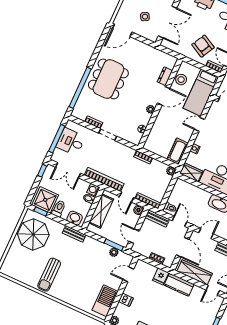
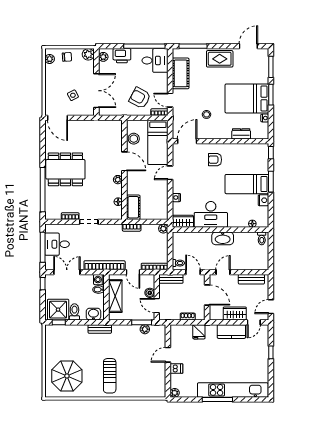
door: (122, 30) -> (58, 118), hinge flipped
dresser: (165, 76) -> (117, 142), removed
dining table: (108, 79) -> (65, 169), turned 90
door: (164, 96) -> (124, 161), hinge flipped
cot: (178, 151) -> (133, 207), moved
double door: (68, 170) -> (67, 272), swing flipped
boiler: (138, 210) -> (150, 293), moved
parasol: (33, 234) -> (67, 376), moved
wardrobe: (195, 272) -> (235, 313), width x0.67
door: (128, 274) -> (168, 355), moved
sun lounger: (49, 275) -> (110, 376), moved
kitchen counter: (179, 285) -> (231, 332), moved
barbecue: (105, 301) -> (157, 378), removed

